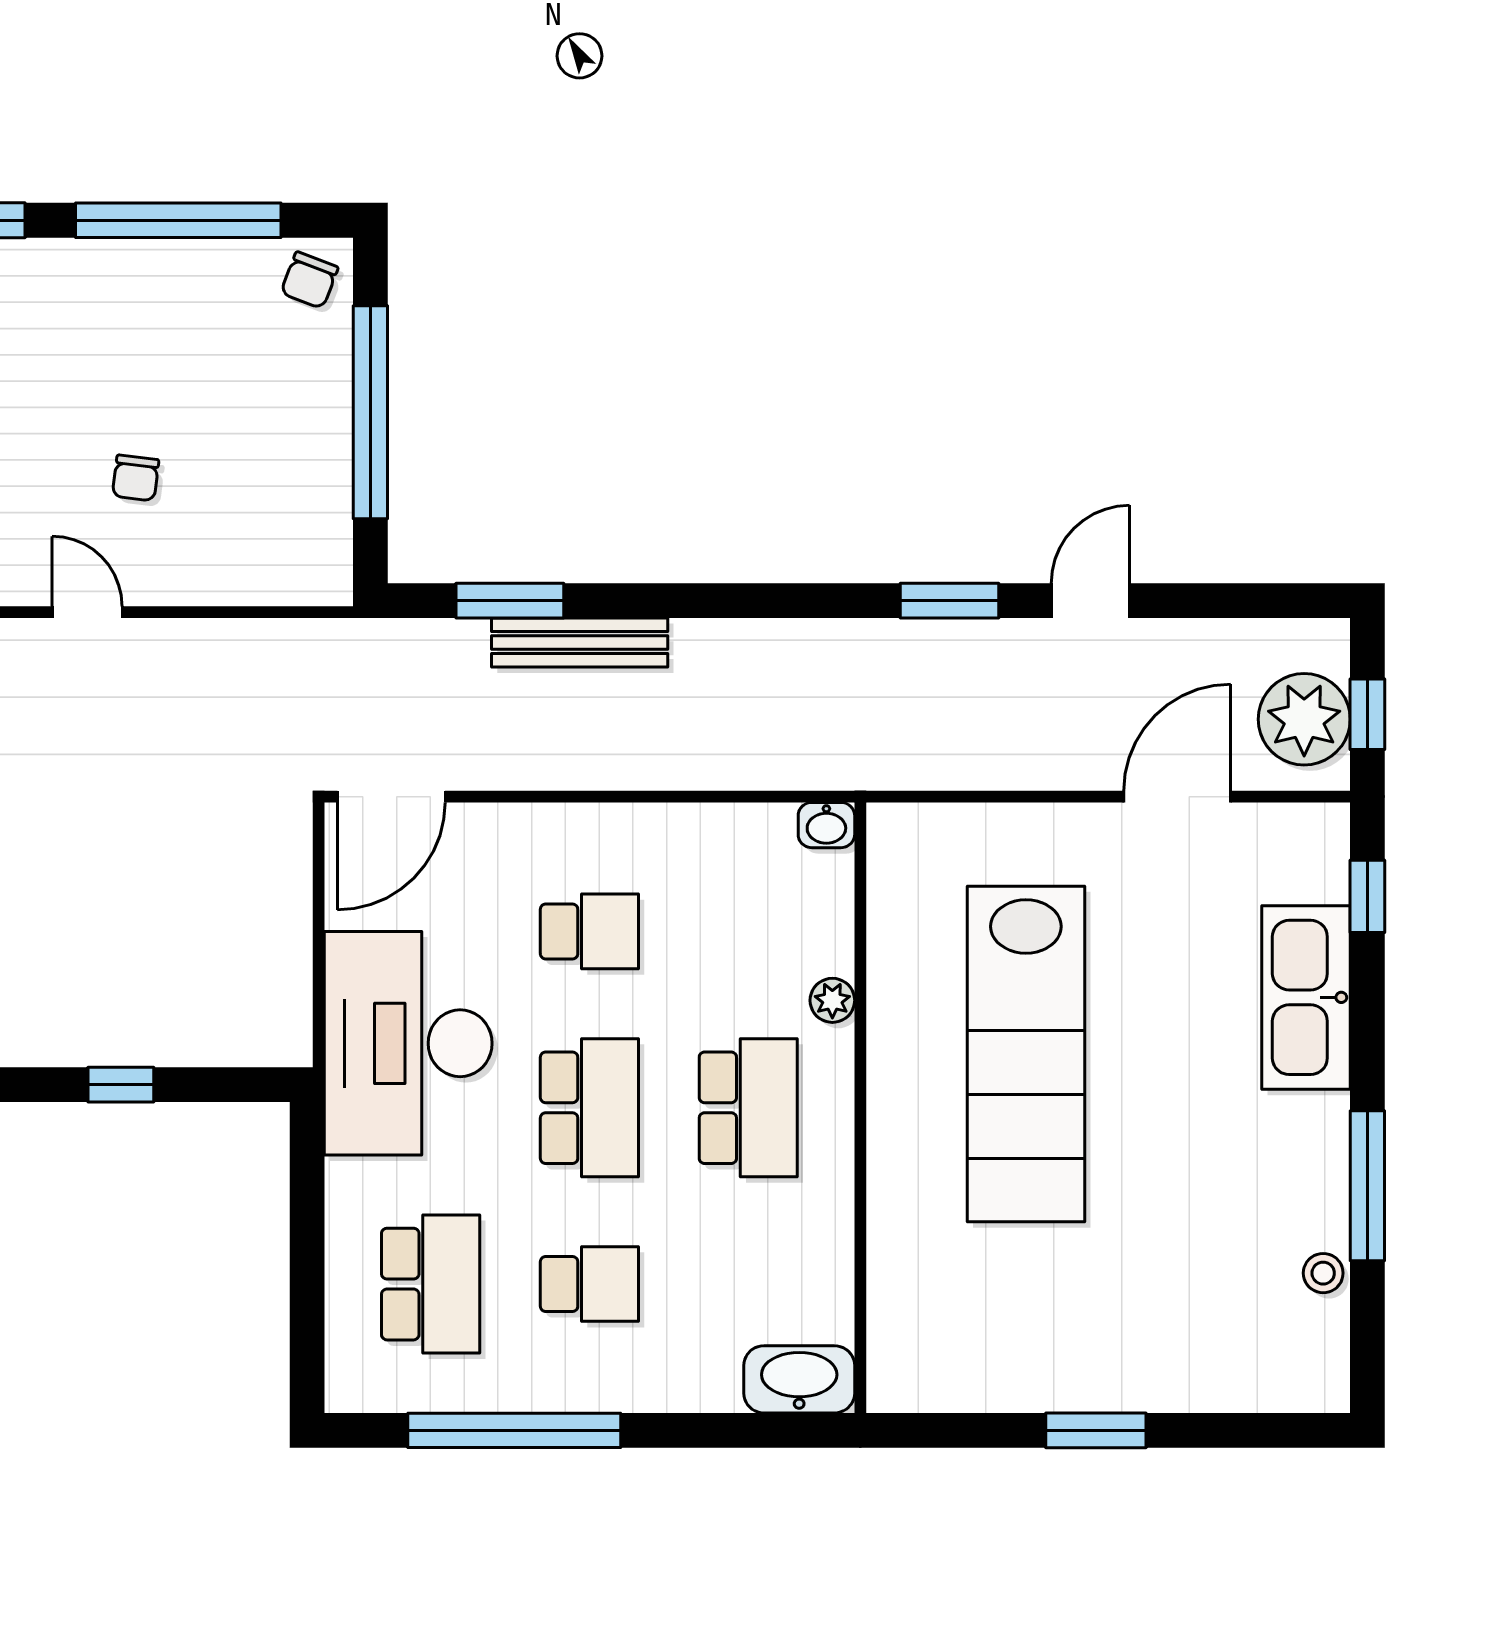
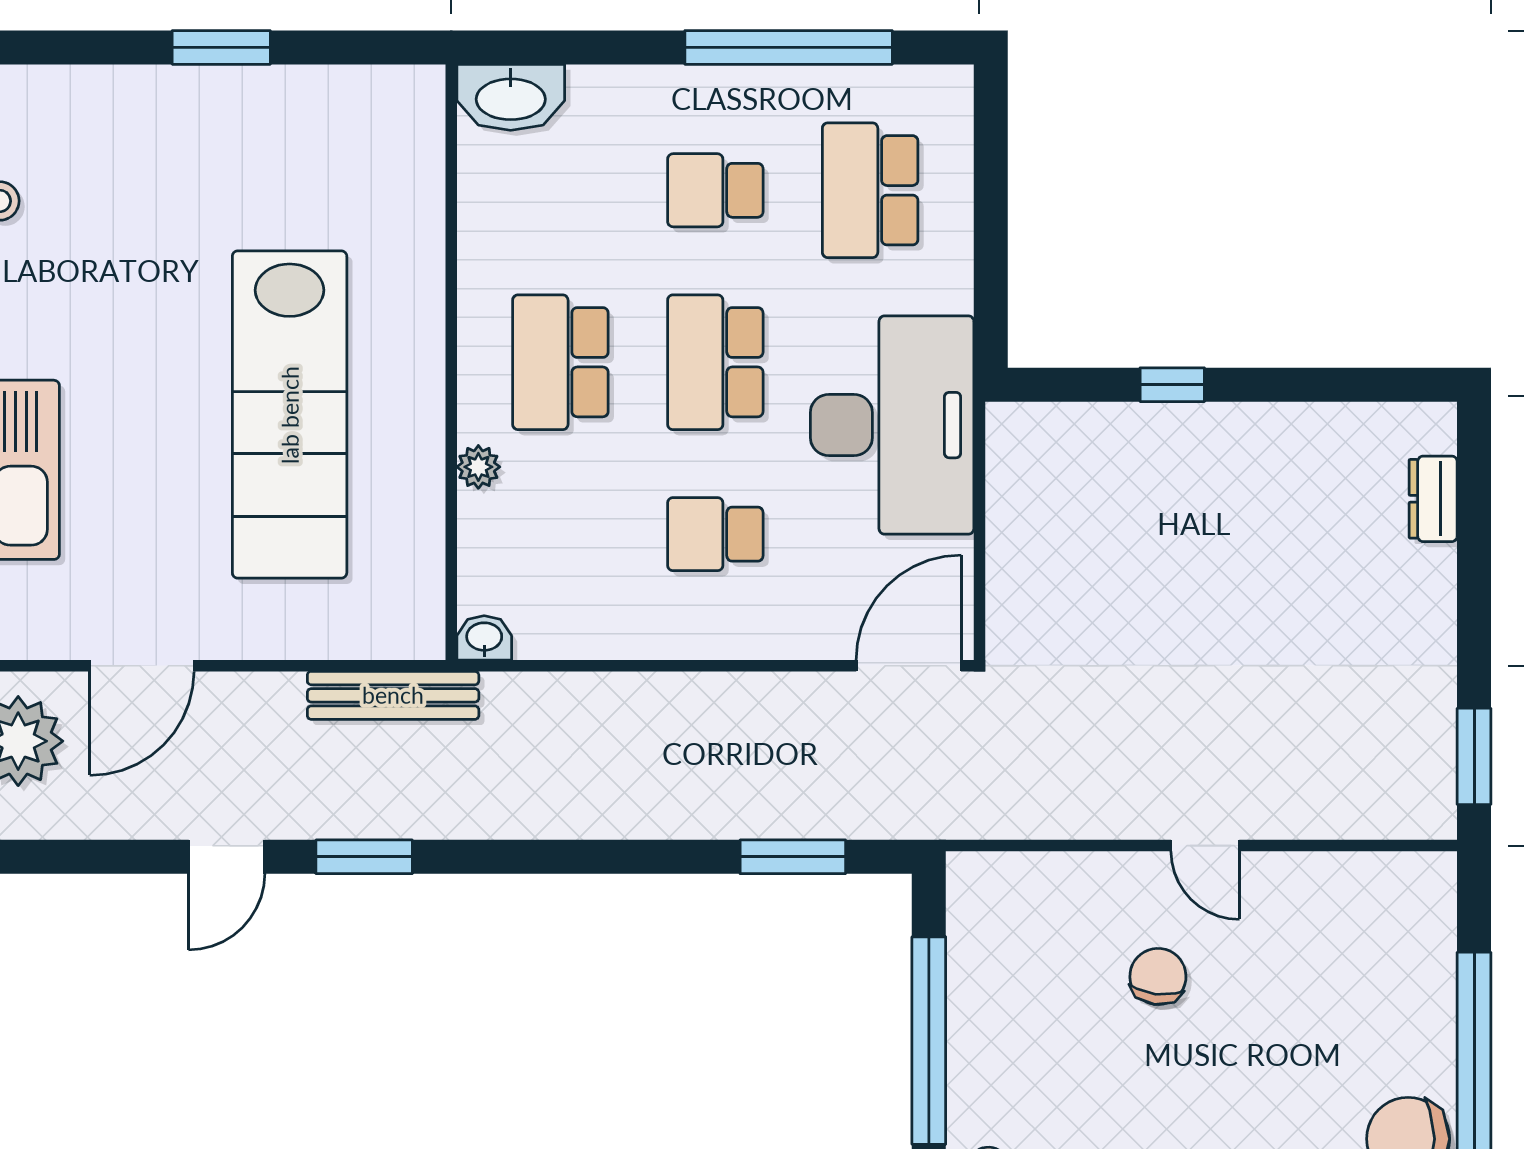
chair: (136, 478) -> (1158, 976), width x1.37, depth x1.37
bench: (580, 643) -> (393, 695), moved
lab bench: (1026, 1054) -> (290, 415), turned 180

